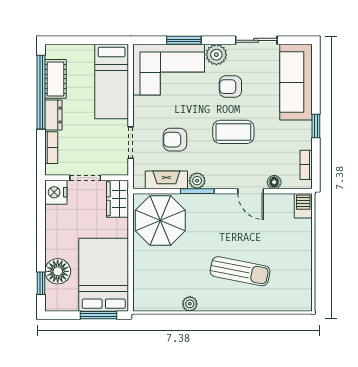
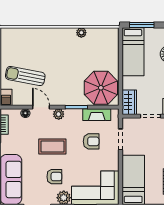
plant: (197, 181) -> (59, 114), moved
sun lounger: (240, 271) -> (25, 76), moved
bed: (104, 275) -> (133, 52), width x0.67

